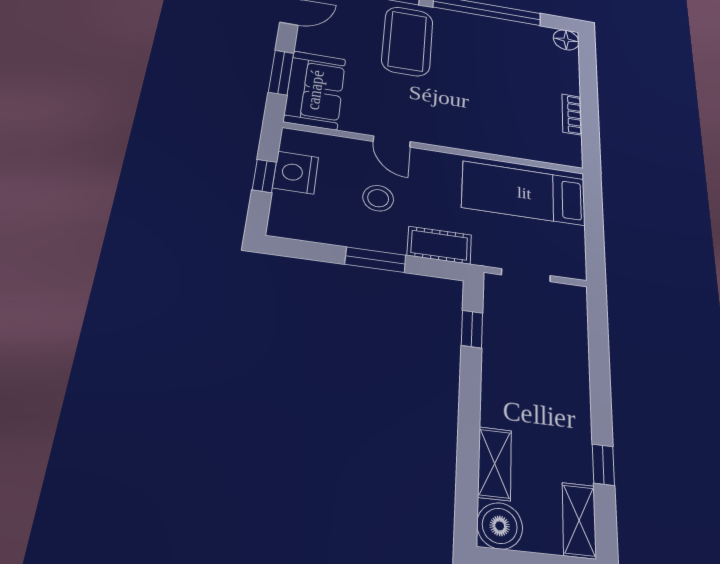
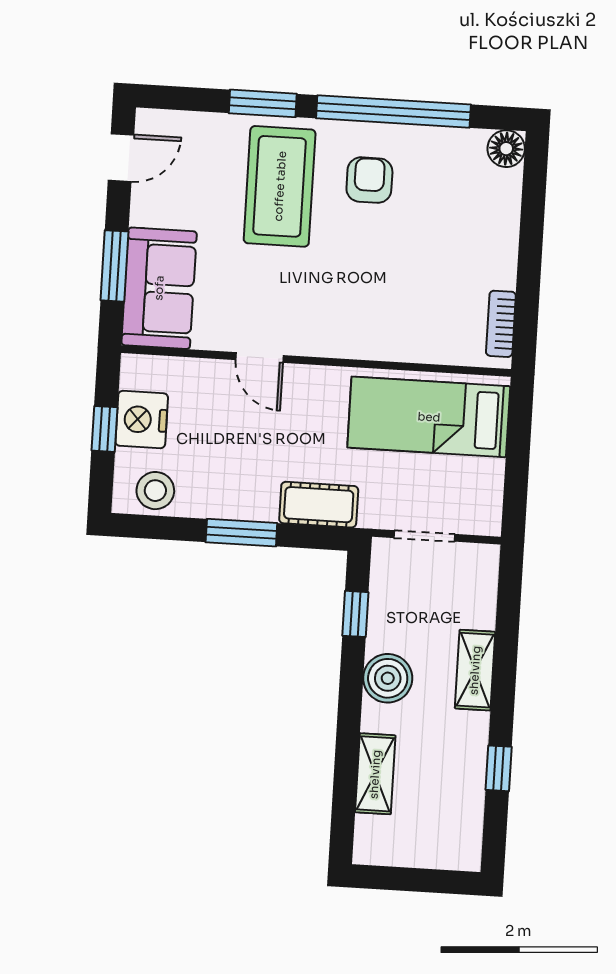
armchair: (472, 45) -> (369, 180), added
bookcase: (572, 114) -> (501, 324), moved
stool: (378, 198) -> (155, 491), moved
shelving: (579, 520) -> (475, 670), moved
boiler: (500, 526) -> (388, 678), moved

